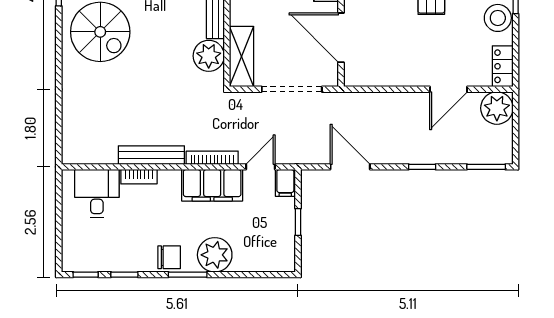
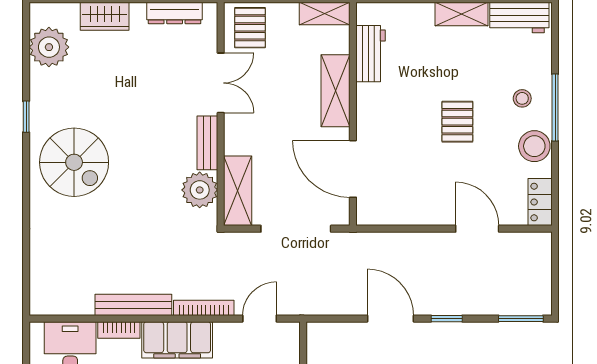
door: (448, 89) -> (477, 229), swing flipped
plant: (497, 108) -> (533, 250), removed
door: (350, 167) -> (391, 319), moved
filing cabinet: (285, 183) -> (288, 337), removed
filing cabinet: (212, 185) -> (177, 340), moved

